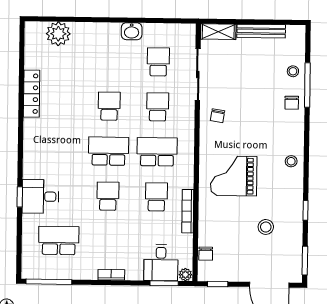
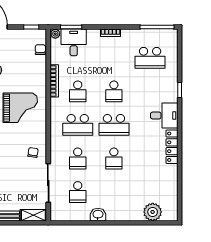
locker: (32, 94) -> (172, 147), moved
desk: (40, 197) -> (164, 116), moved

